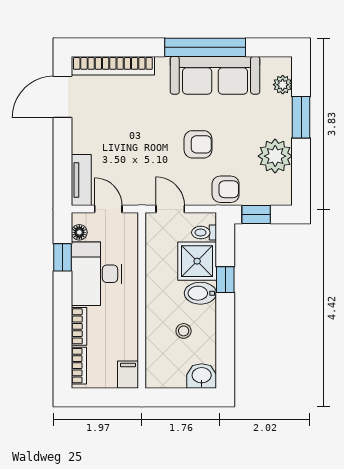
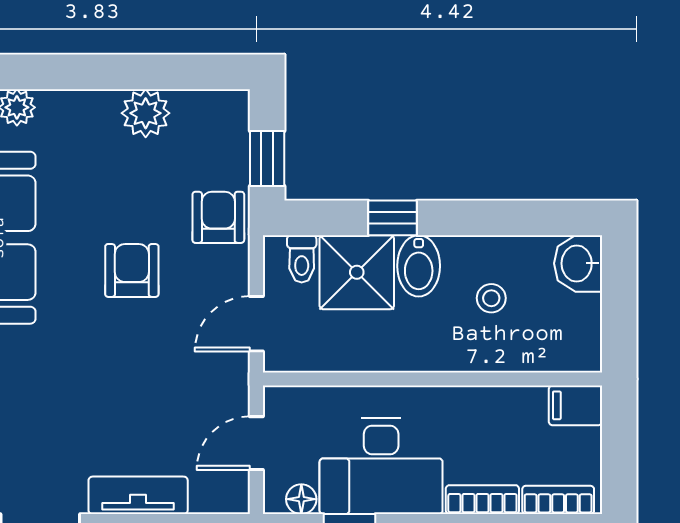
window: (301, 117) -> (80, 72), removed
plant: (275, 156) -> (146, 113), width x0.73, depth x0.73
tv unit: (81, 180) -> (138, 495), moved

